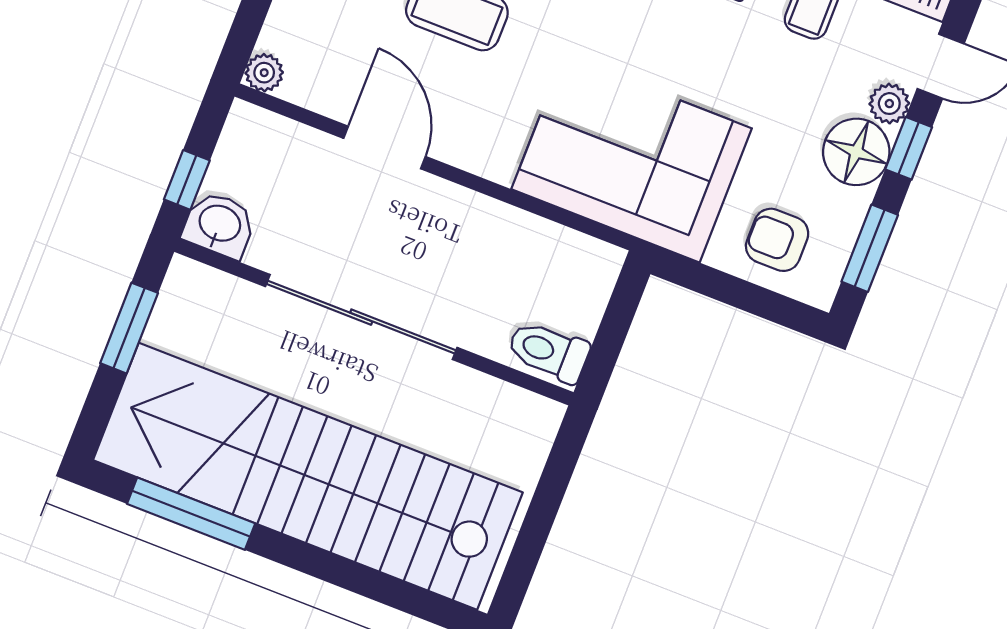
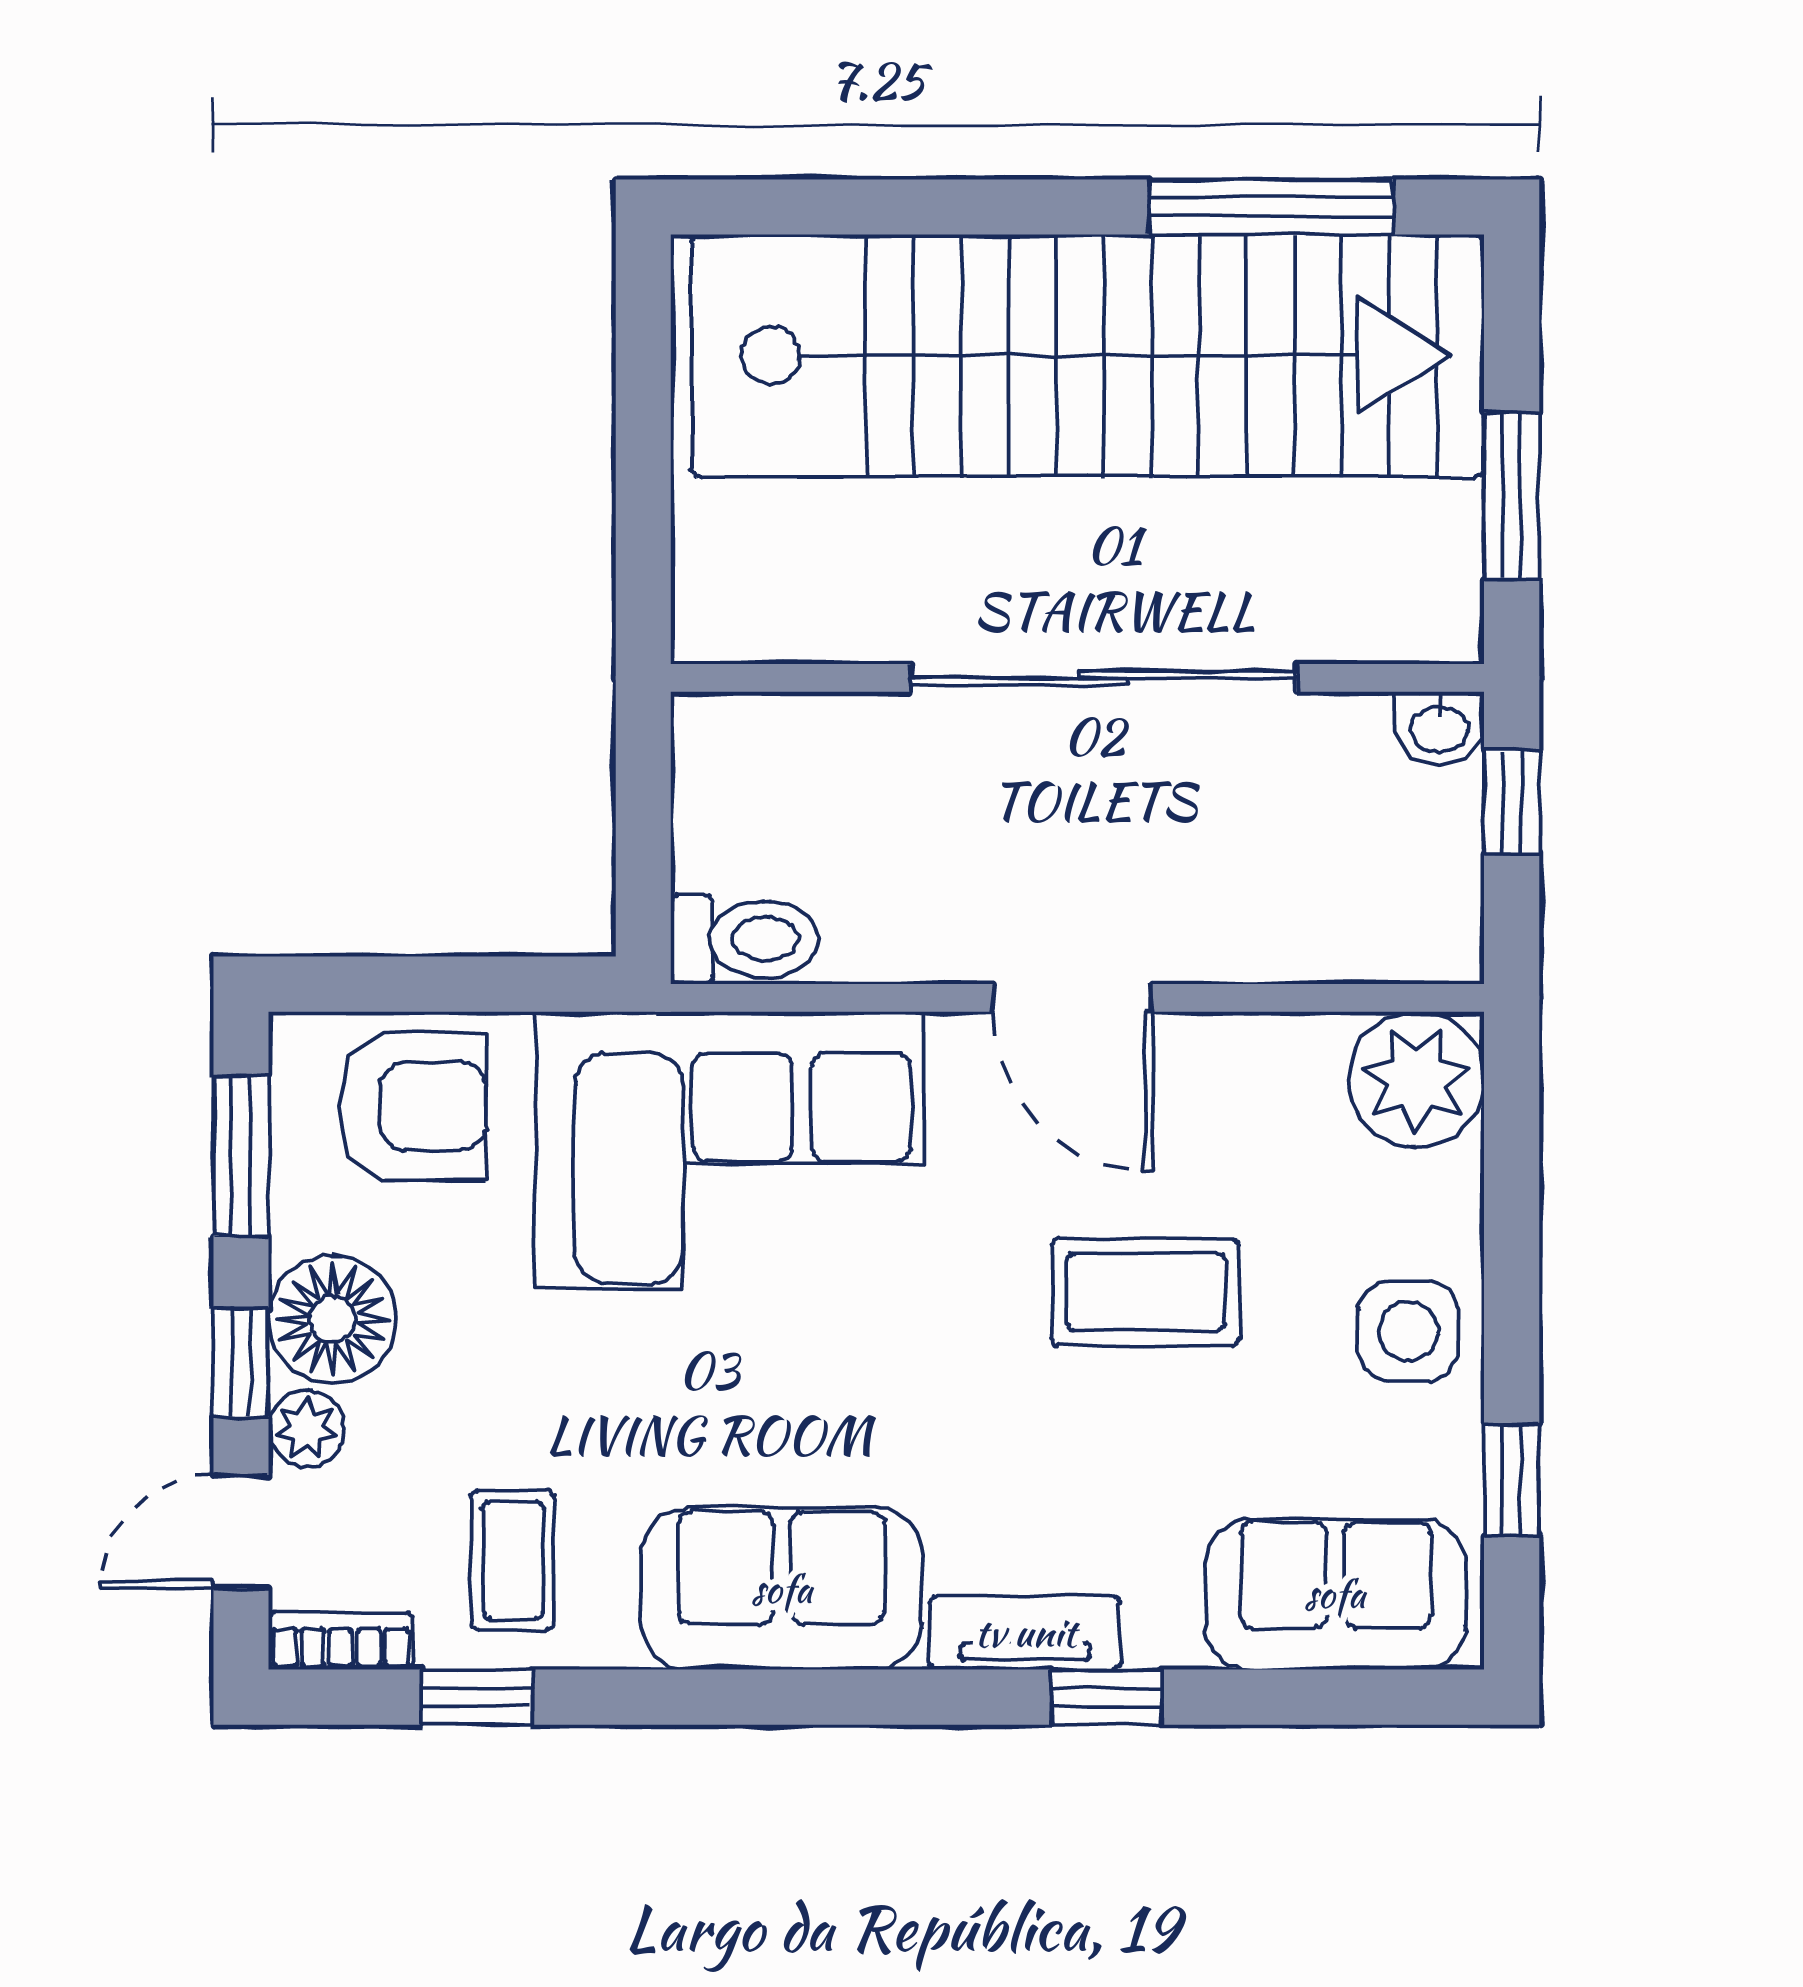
plant: (264, 73) -> (1416, 1079), width x1.88, depth x1.88
door: (385, 147) -> (1073, 998), moved
washbasin: (219, 225) -> (1439, 728), width x0.72, depth x0.69
armchair: (777, 240) -> (413, 1106), width x1.38, depth x1.38
toilet: (548, 351) -> (745, 939), moved

